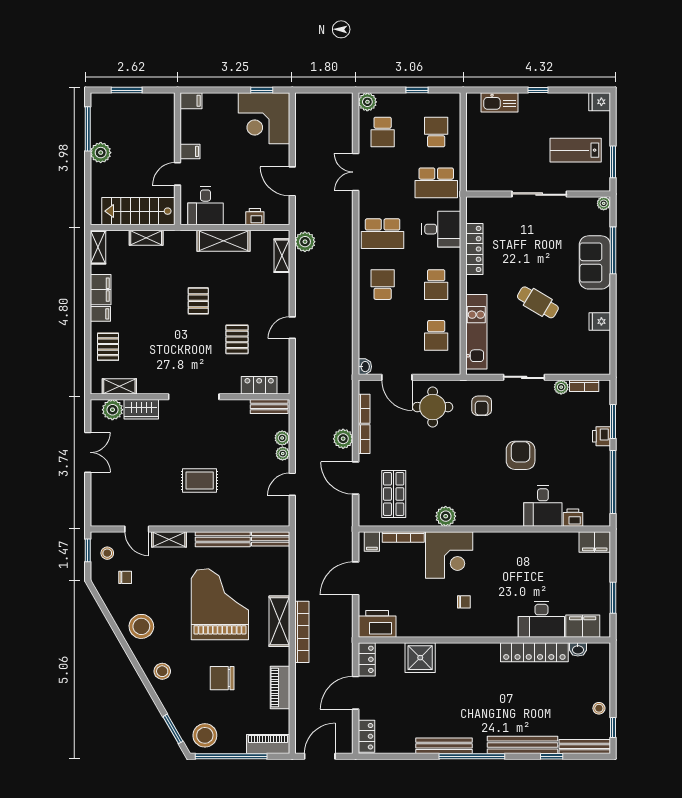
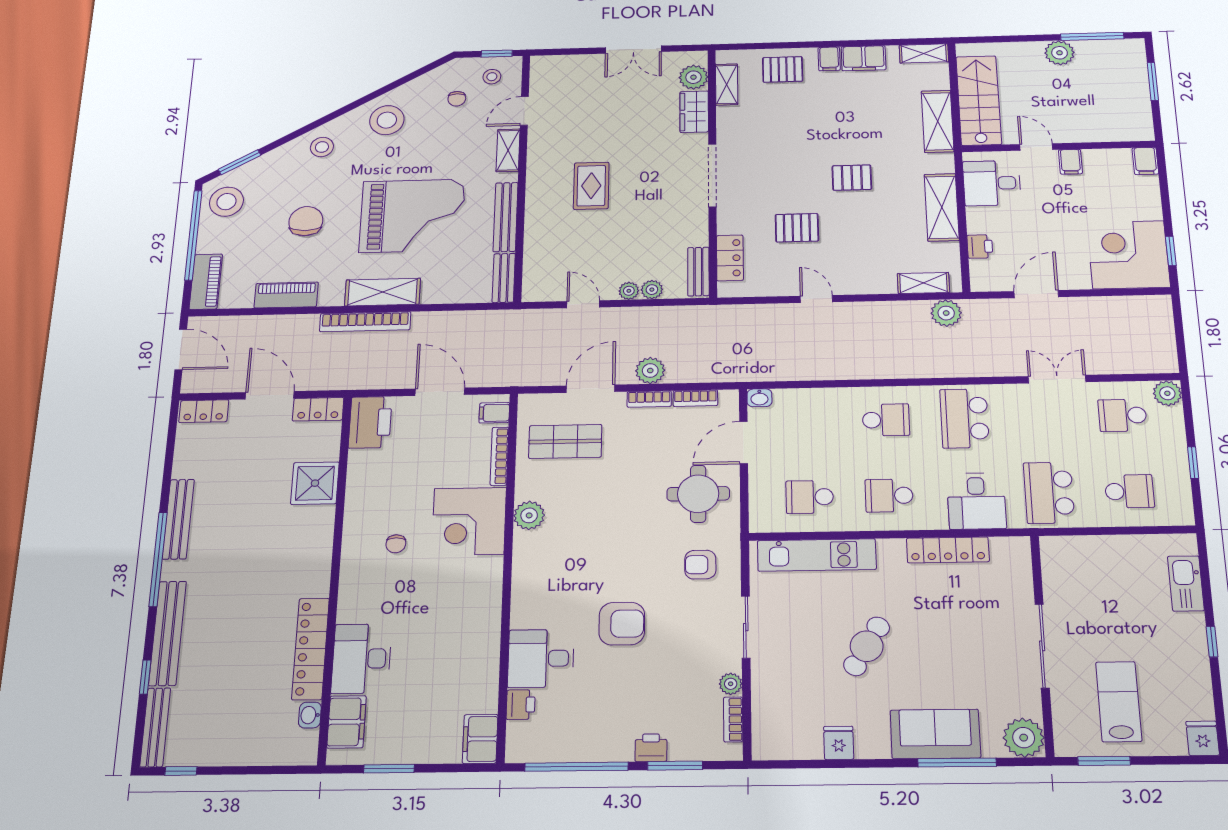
plant: (604, 203) -> (1024, 738), width x1.87, depth x1.87
shelving: (146, 238) -> (938, 121), width x1.50, depth x1.33
stool: (599, 708) -> (214, 749), removed

